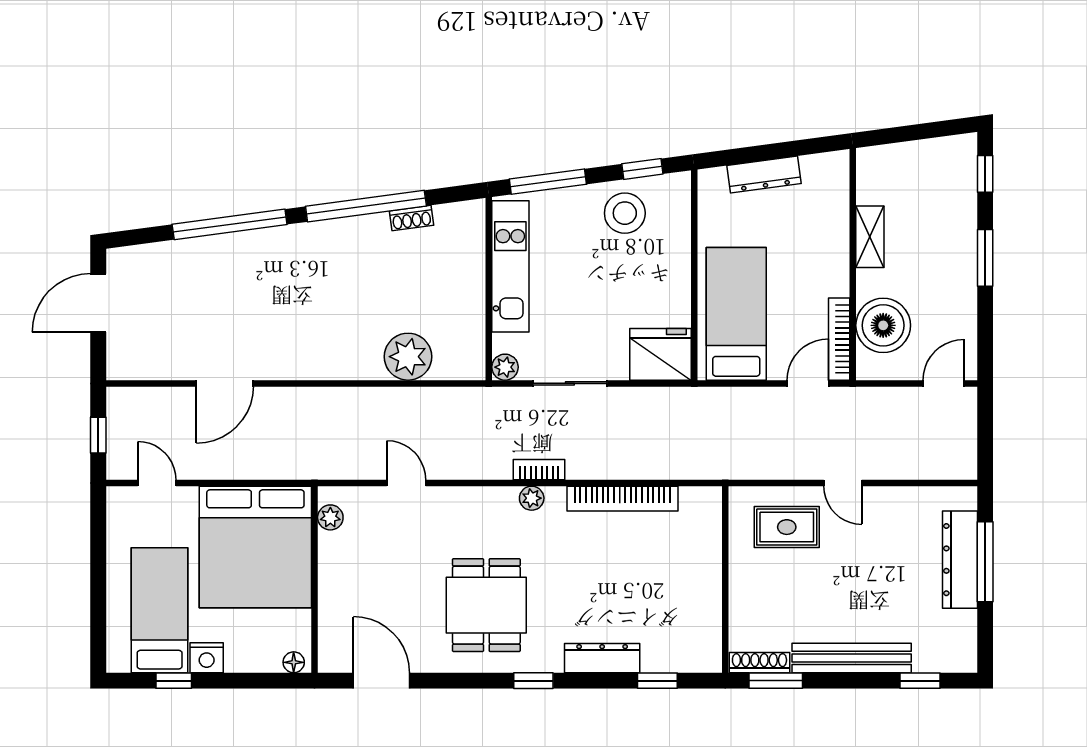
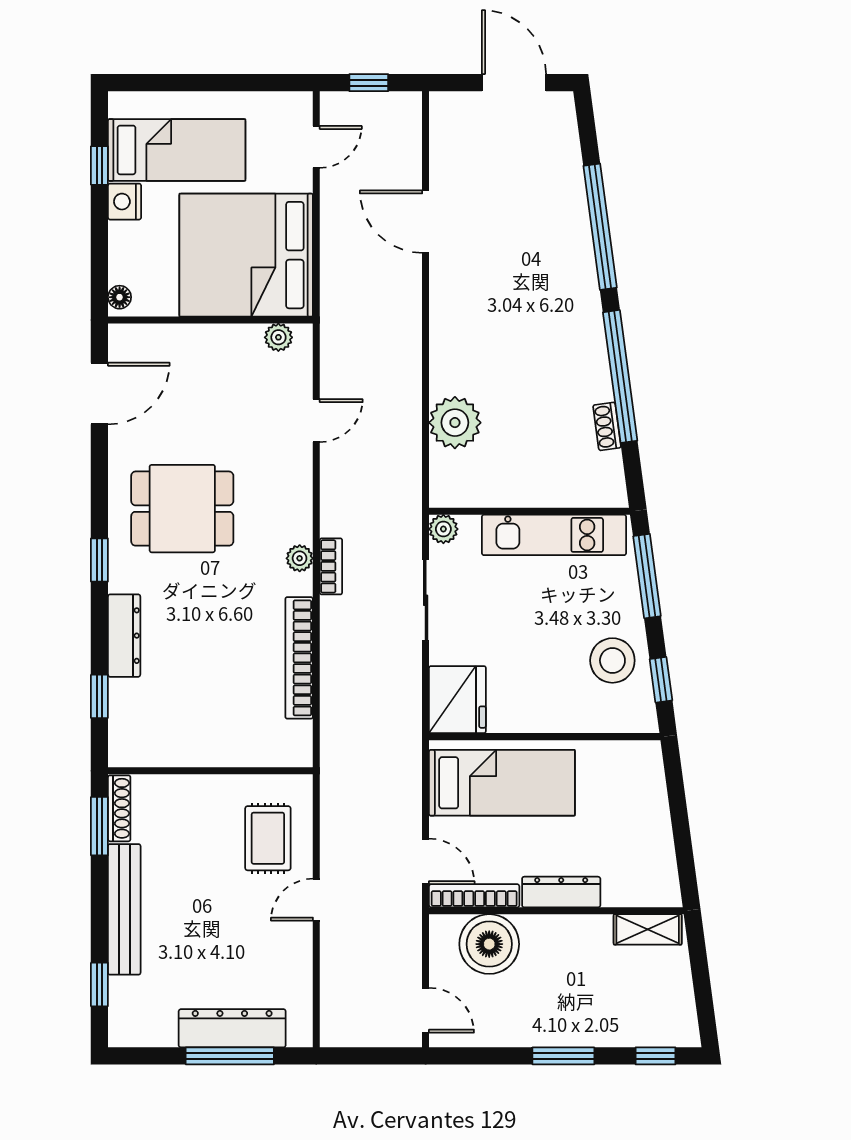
dresser: (764, 175) -> (561, 892), moved, turned 98
shelving: (870, 237) -> (648, 929), moved

